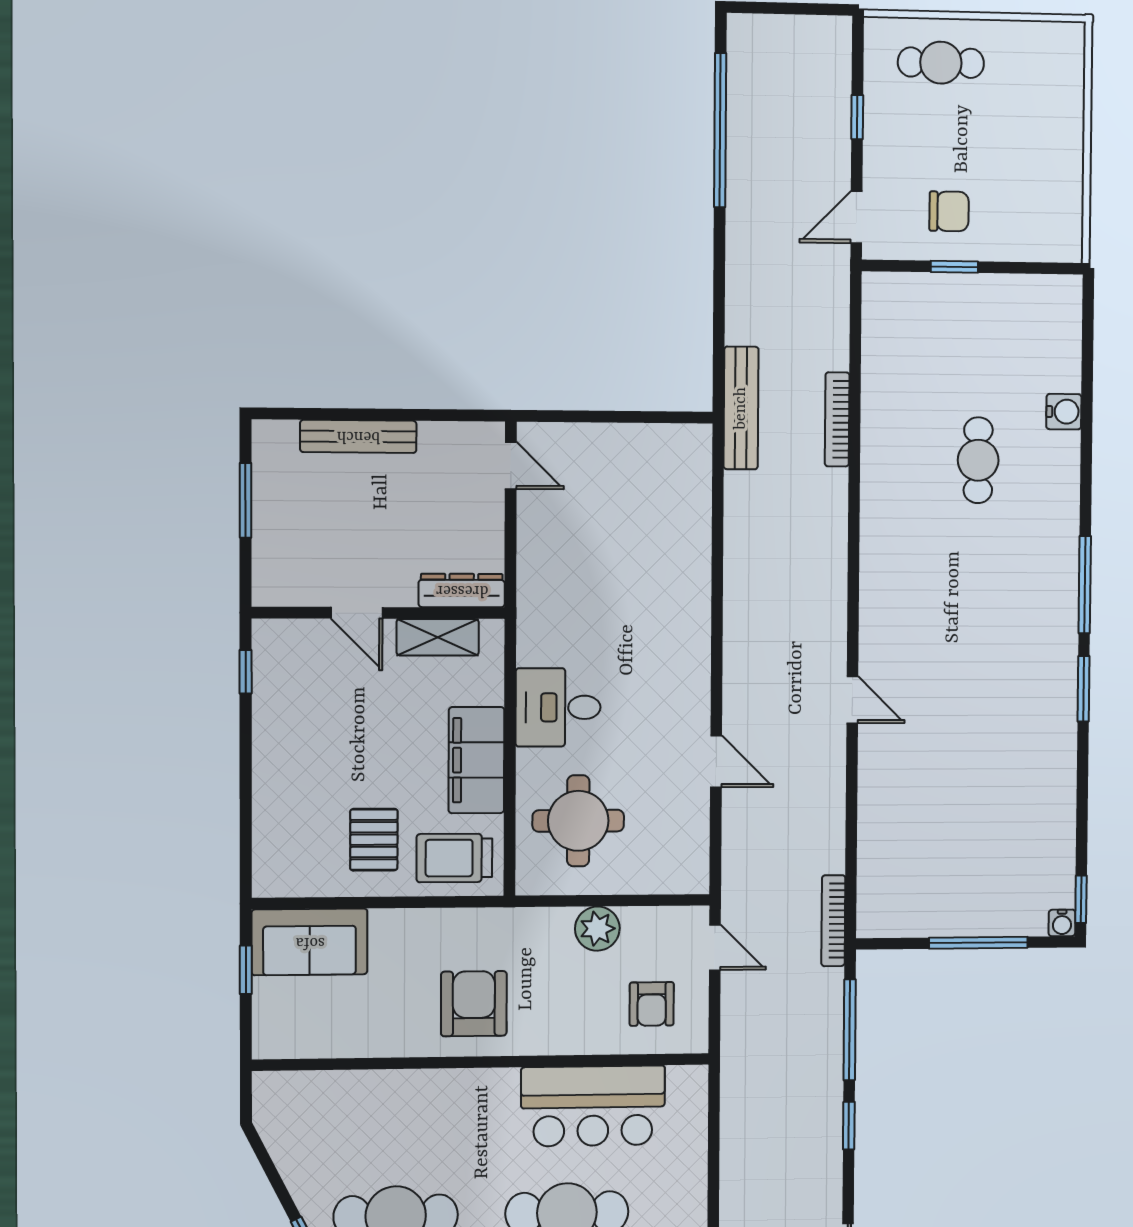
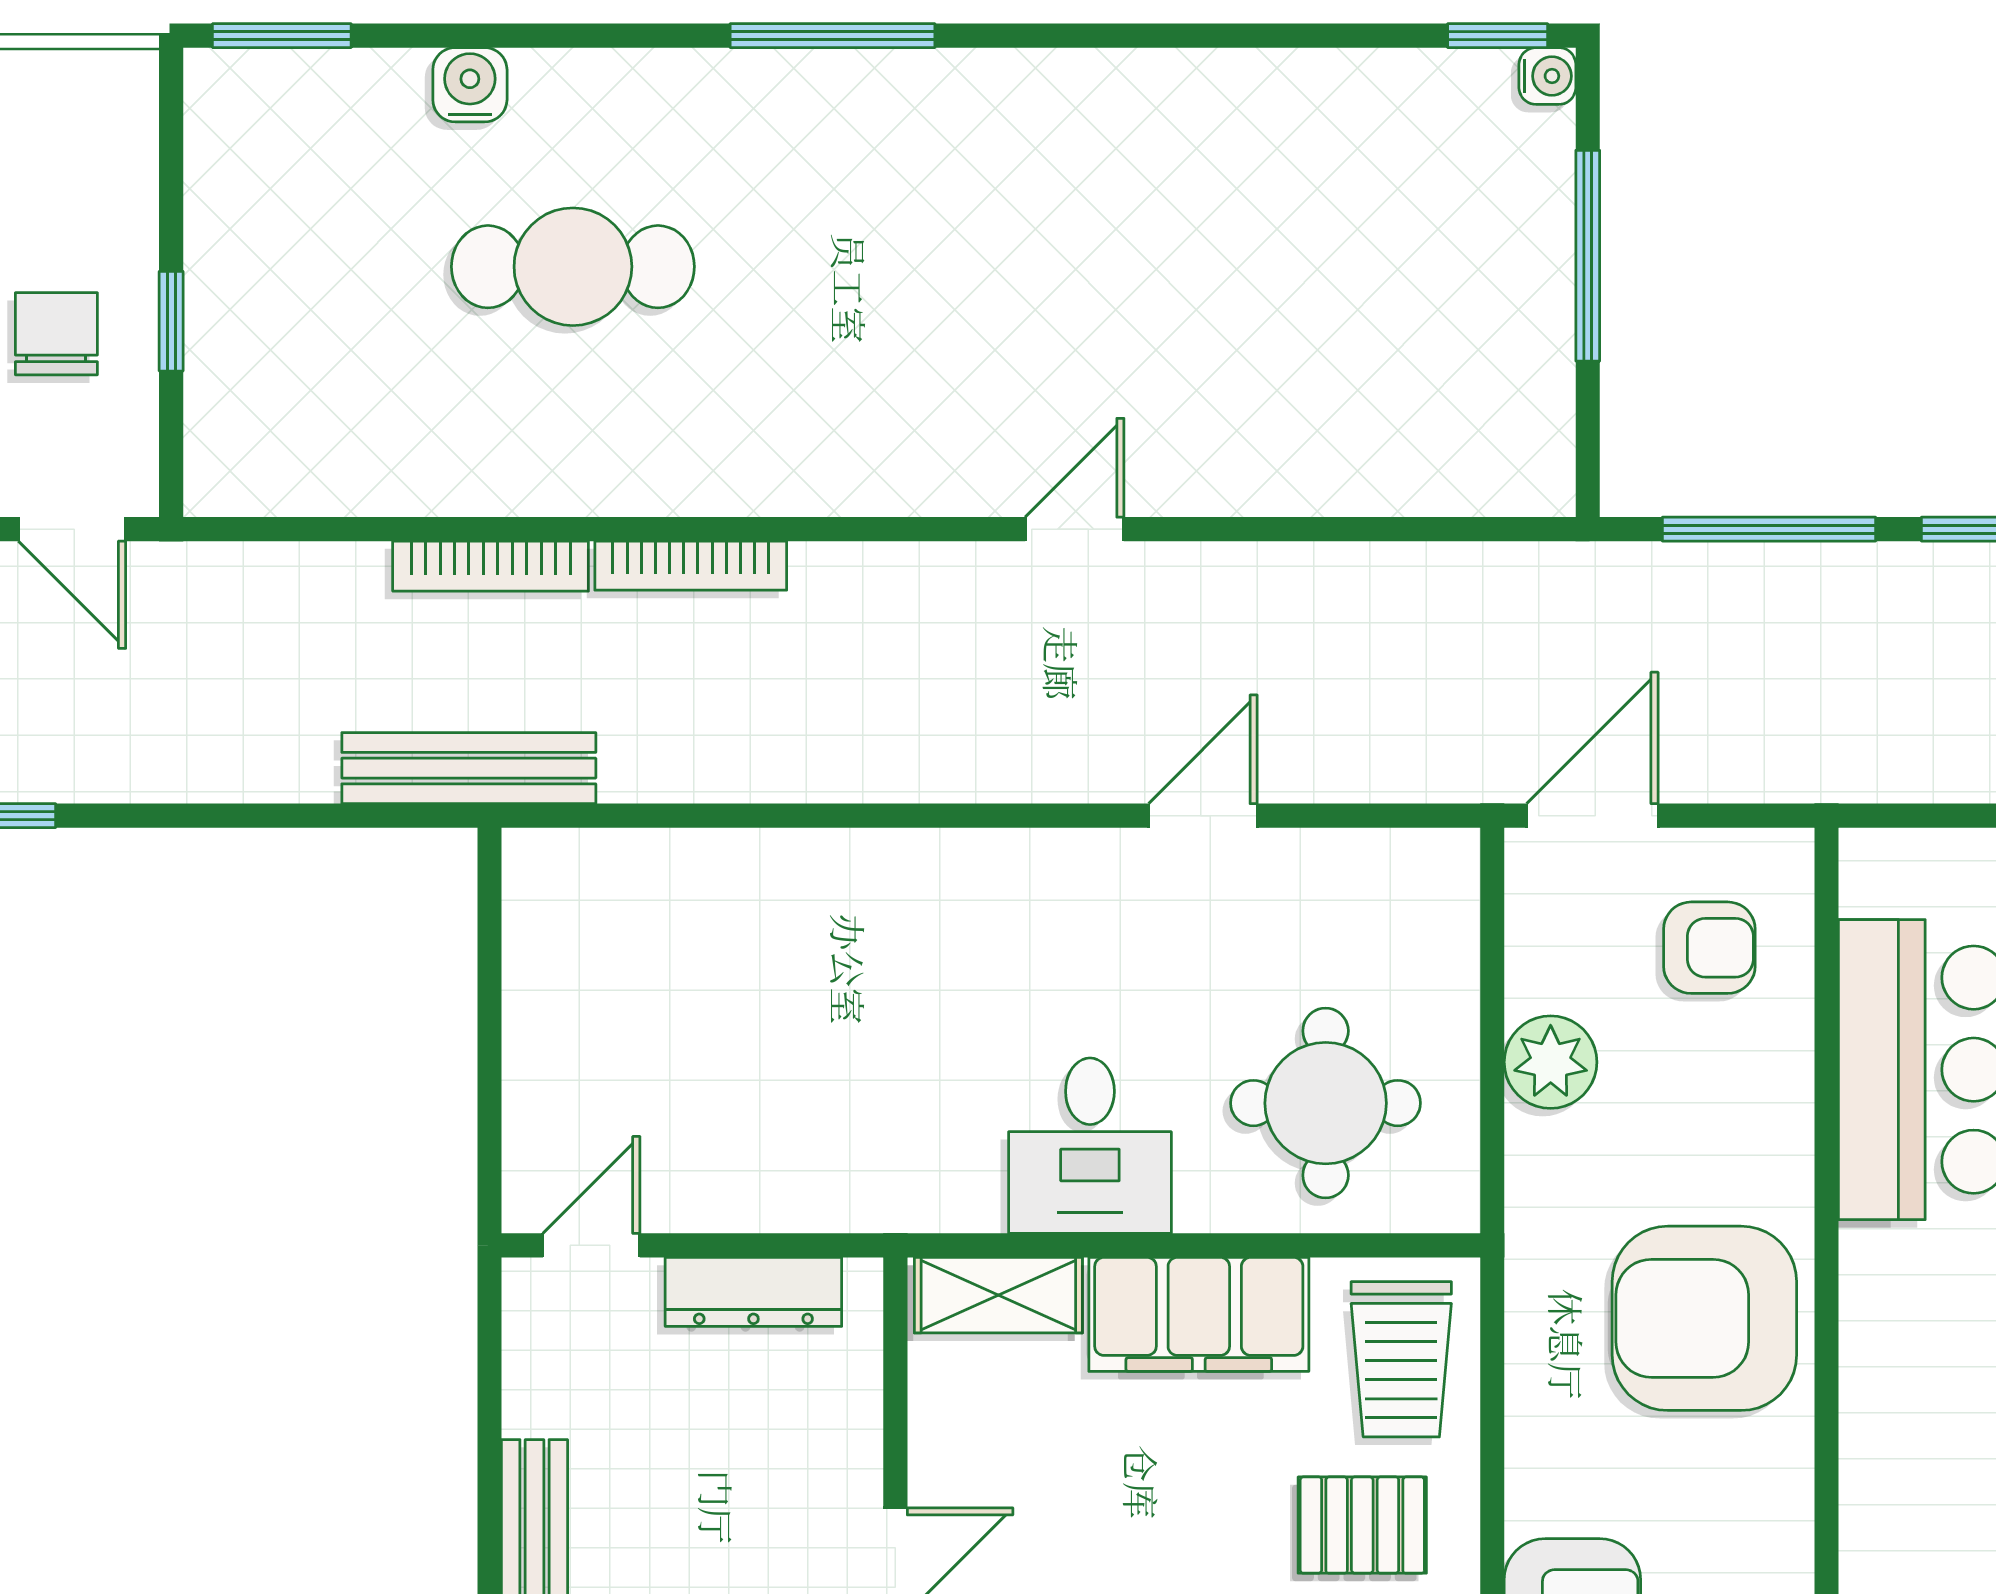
cafe table: (978, 460) -> (573, 267), width x1.37, depth x1.35
dresser: (462, 590) -> (753, 1292), moved, turned -90
shelving: (438, 637) -> (998, 1295), moved, turned 90
window: (1083, 689) -> (282, 36), moved
bookcase: (833, 921) -> (691, 566), moved
door: (715, 947) -> (1592, 816), width x1.38
armchair: (474, 1004) -> (1704, 1318), width x1.36, depth x1.36

